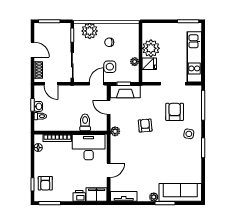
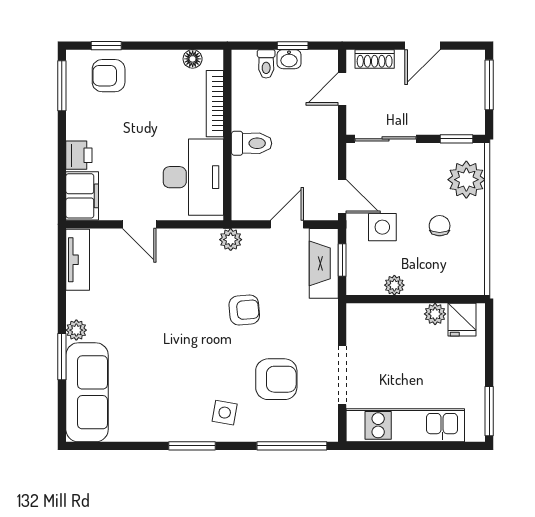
plant: (151, 48) -> (435, 314), width x0.53, depth x0.53
fridge: (149, 64) -> (462, 320), moved
toilet: (85, 122) -> (252, 143), moved

